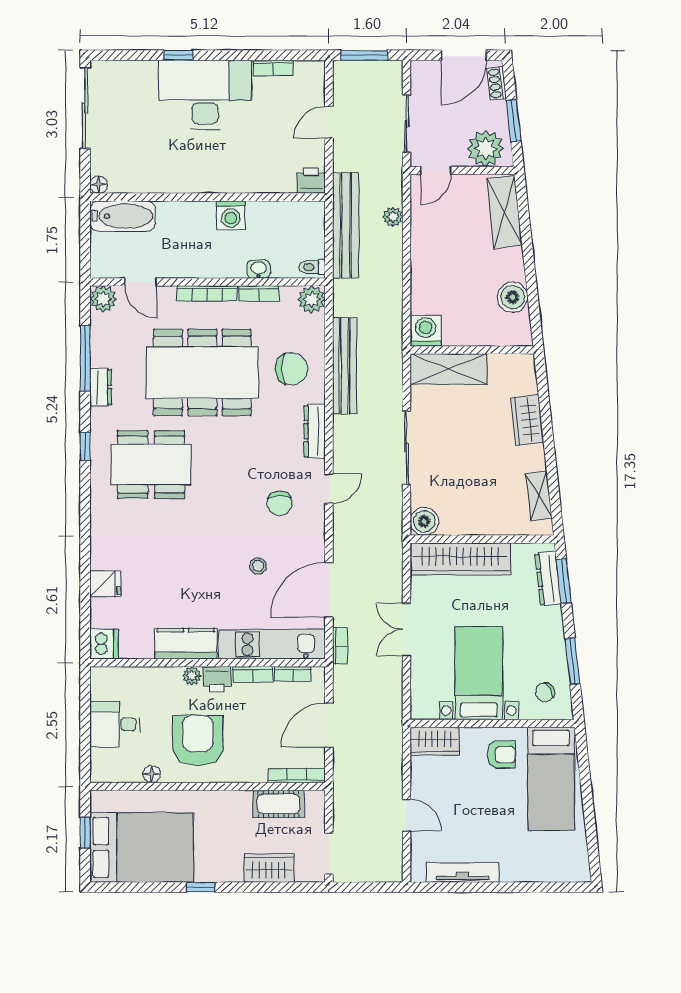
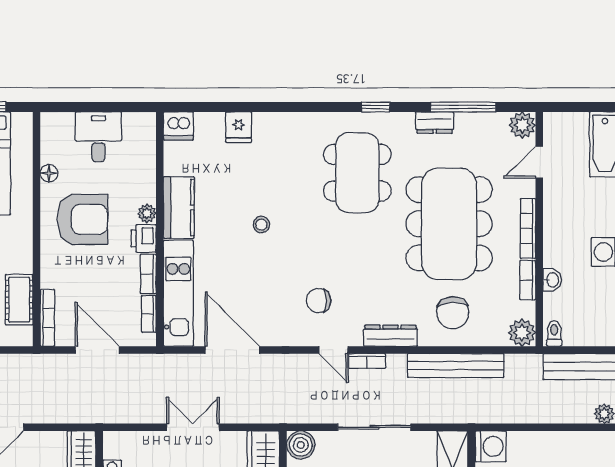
stool: (258, 566) -> (261, 225), moved
bookcase: (340, 646) -> (367, 361), moved

